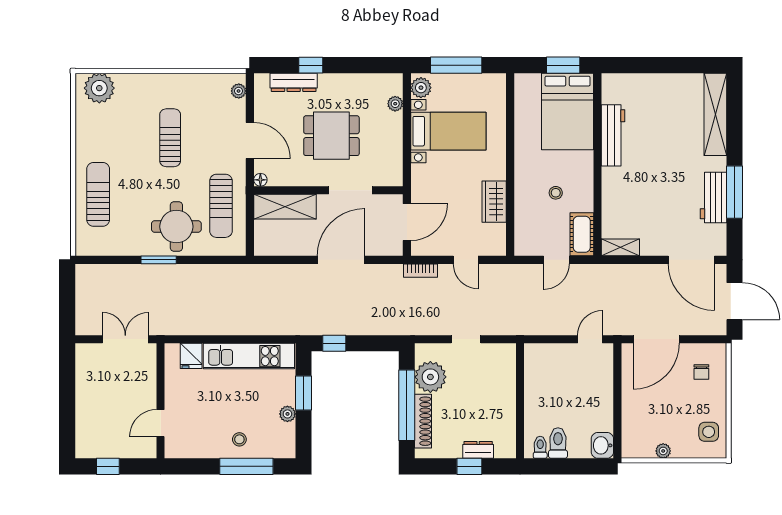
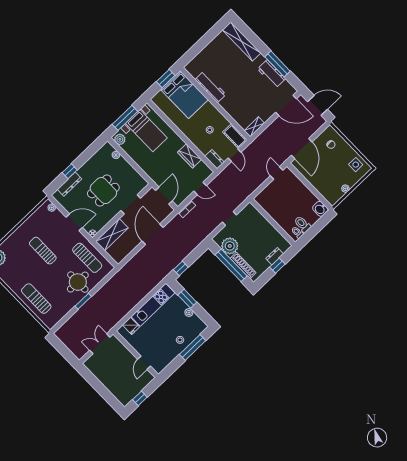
bed with nightstands: (448, 131) -> (146, 131), moved, turned 90
dresser: (524, 239) -> (214, 159), added

